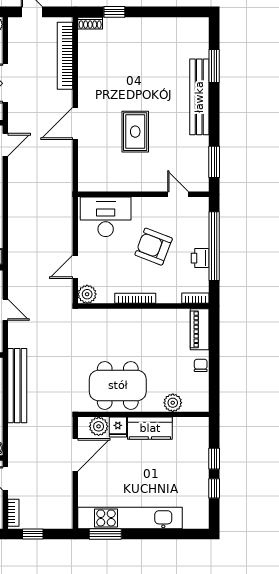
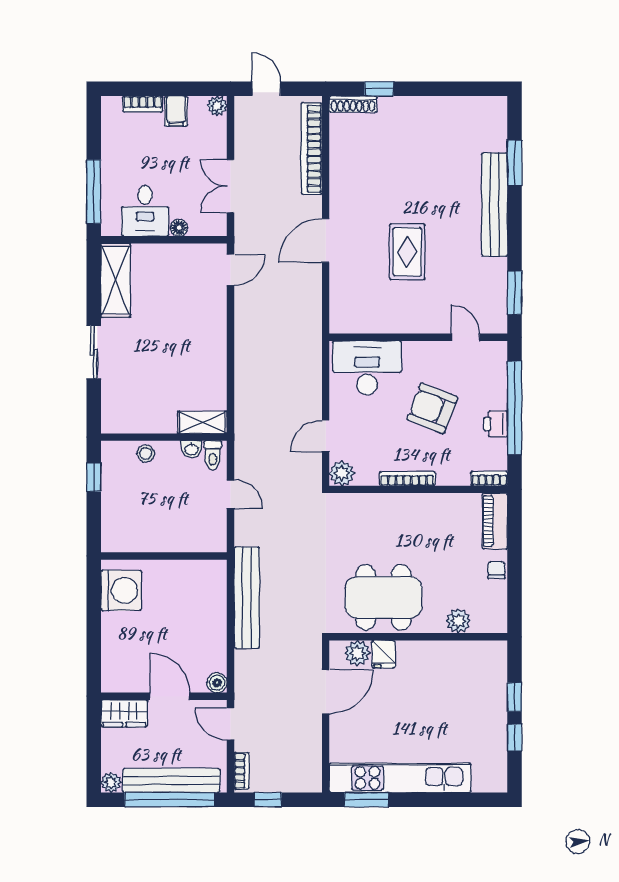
shoe rack: (90, 23) -> (353, 104), width x1.43
kitchen counter: (150, 428) -> (427, 656), removed

